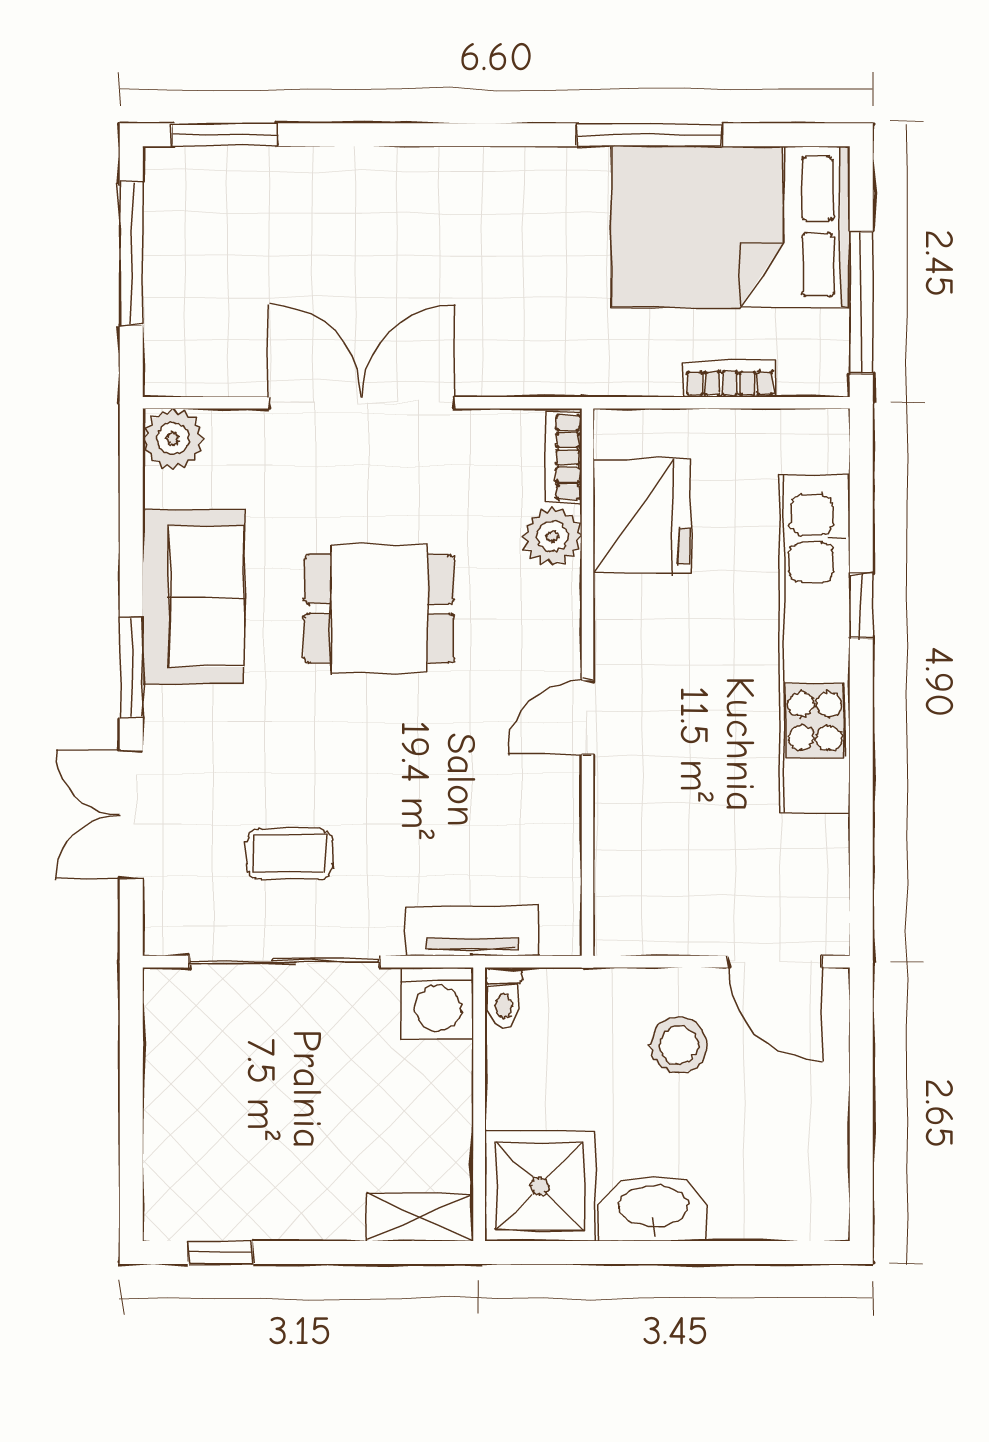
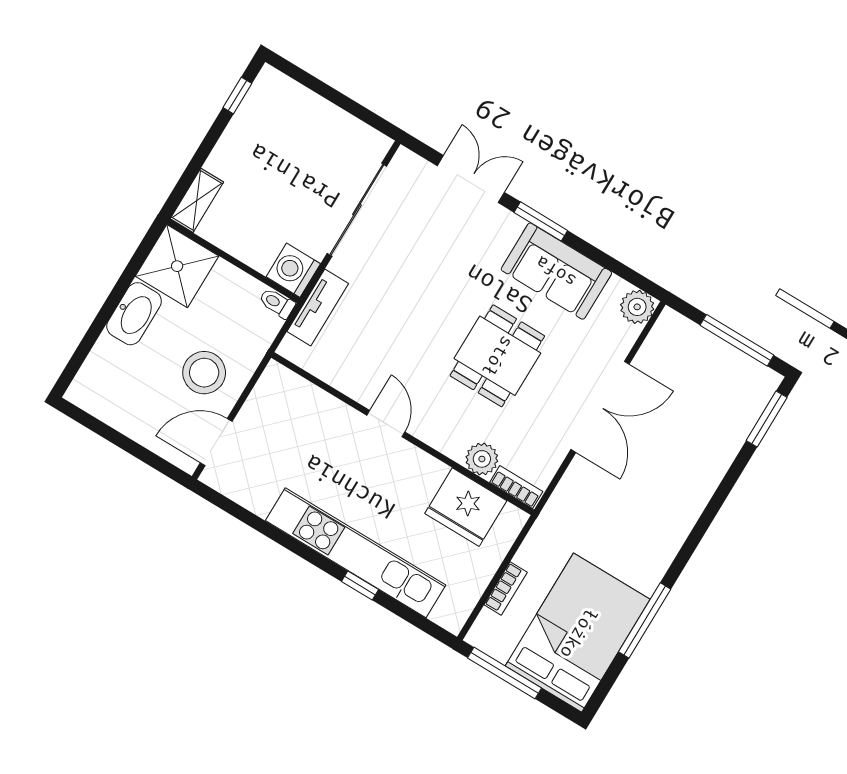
coffee table: (289, 854) -> (407, 243), removed
stool: (679, 1045) -> (204, 373), width x1.38, depth x1.38

